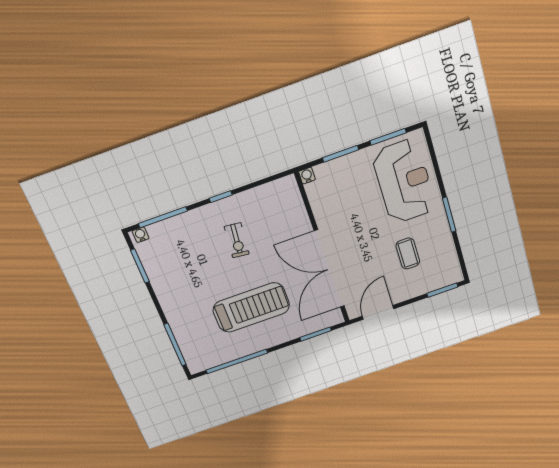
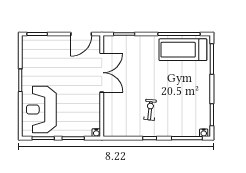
coffee table: (408, 254) -> (52, 65), removed
double door: (329, 269) -> (102, 73), width x0.73
treadmill: (251, 308) -> (183, 50), moved

